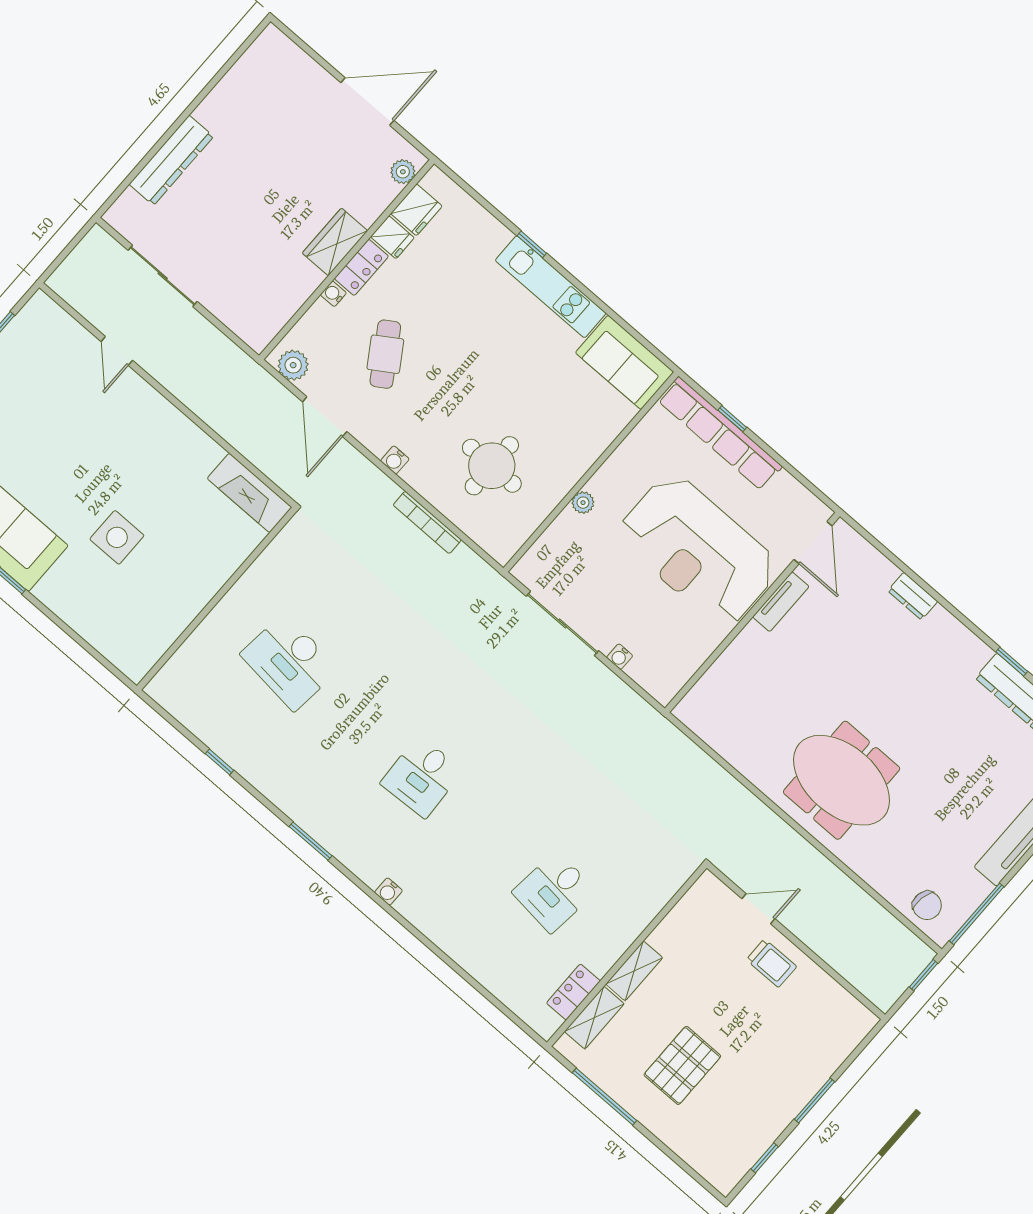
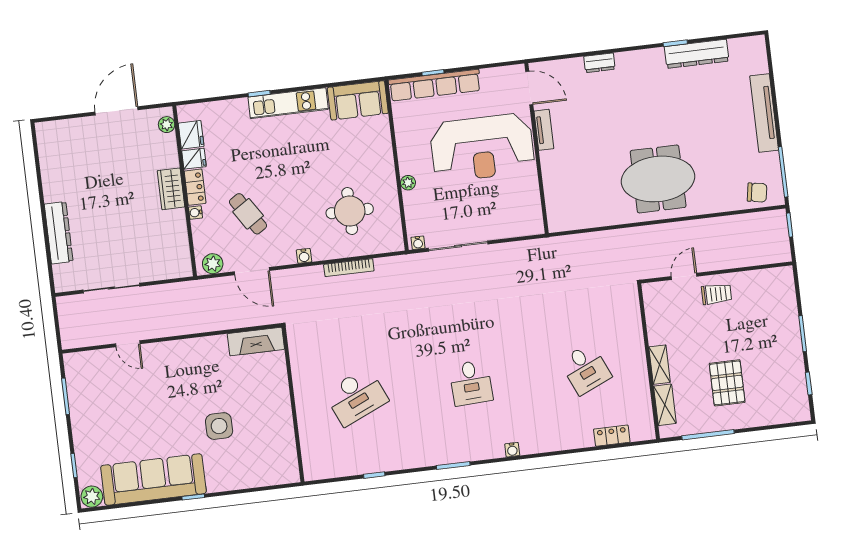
water cooler: (620, 657) -> (418, 243), moved
desk: (289, 662) -> (356, 397), turned -30
desk: (554, 892) -> (585, 369), turned -30
locker: (573, 992) -> (612, 436), moved, turned 90

